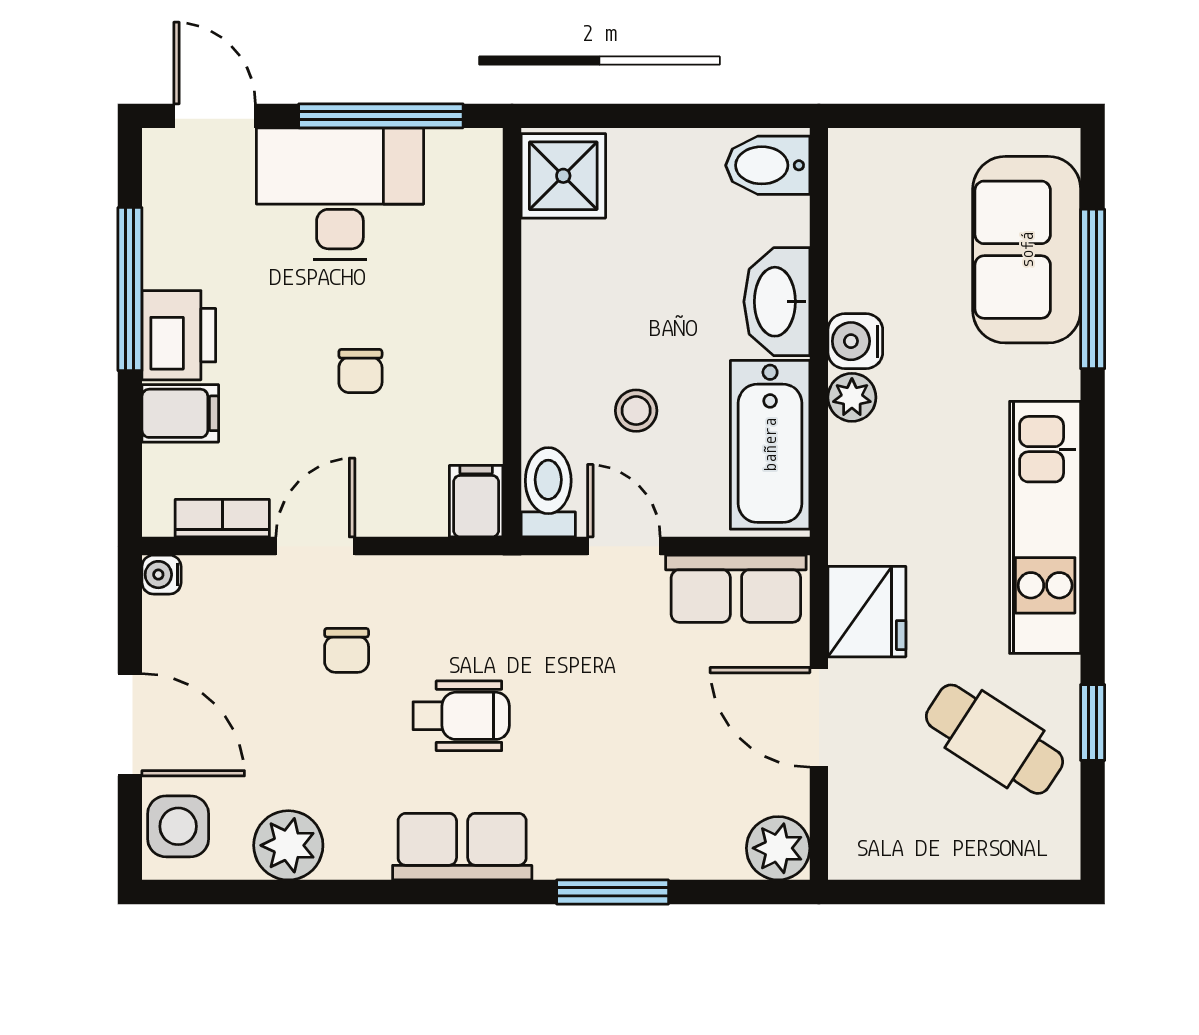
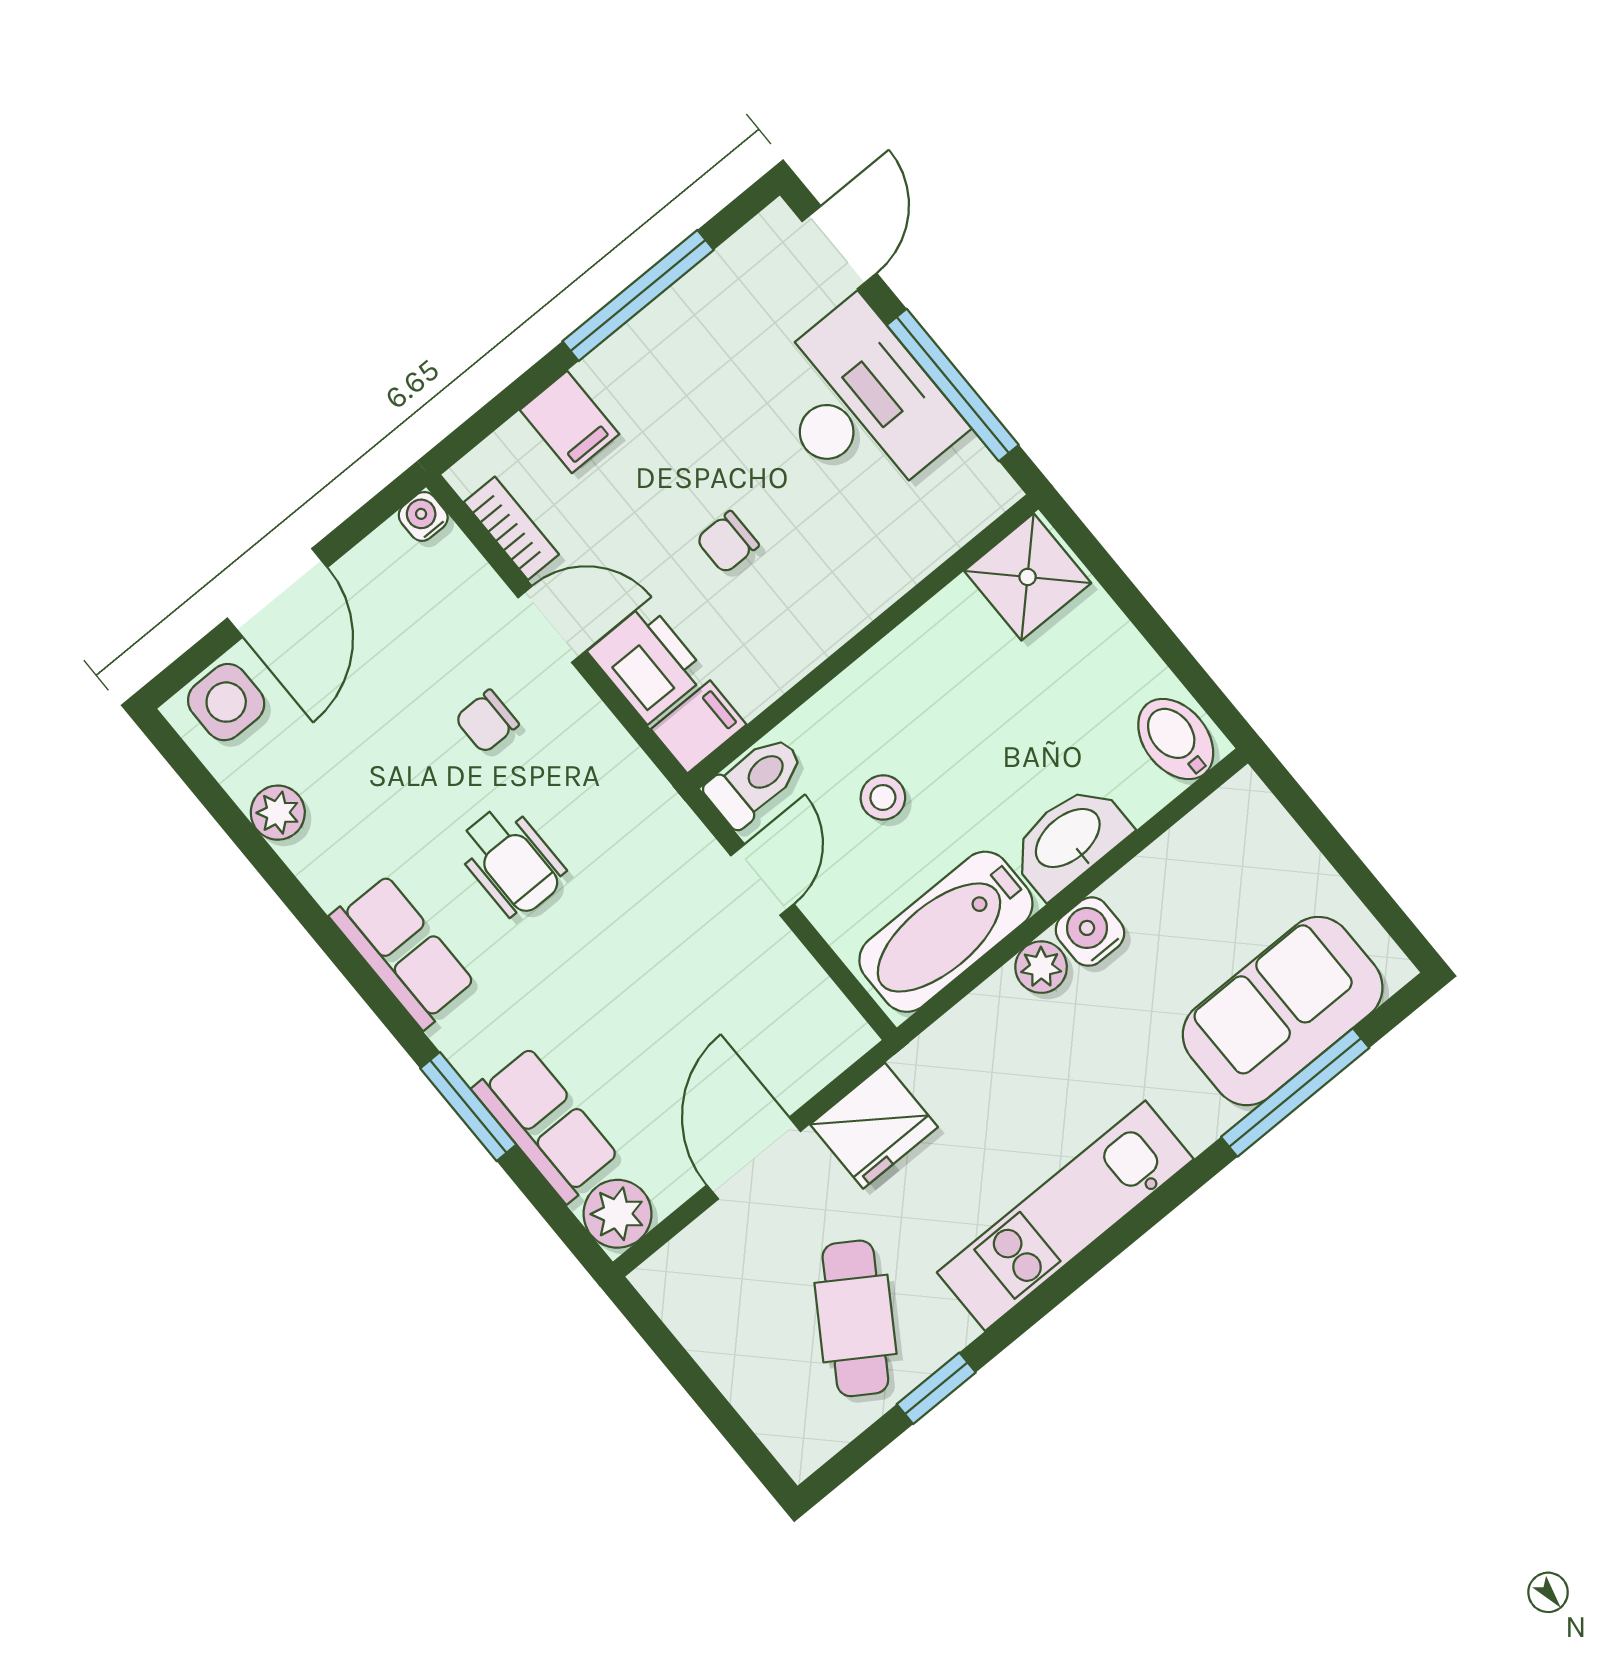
printer: (179, 335) -> (648, 663), moved, turned -90
row of seats: (736, 589) -> (546, 1124), moved, turned 180
plant: (288, 845) -> (278, 813), width x0.73, depth x0.73

